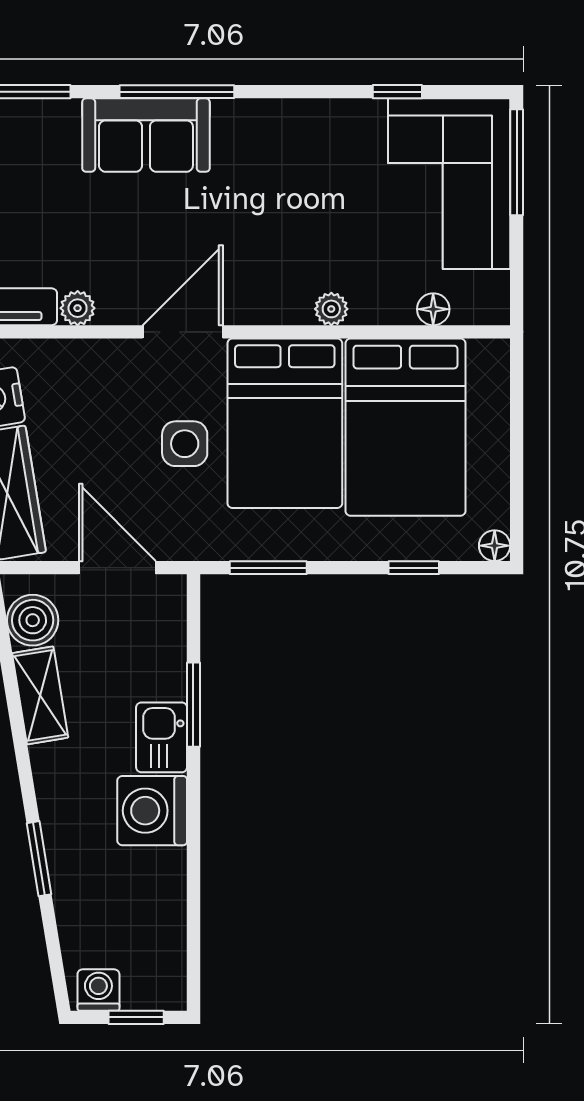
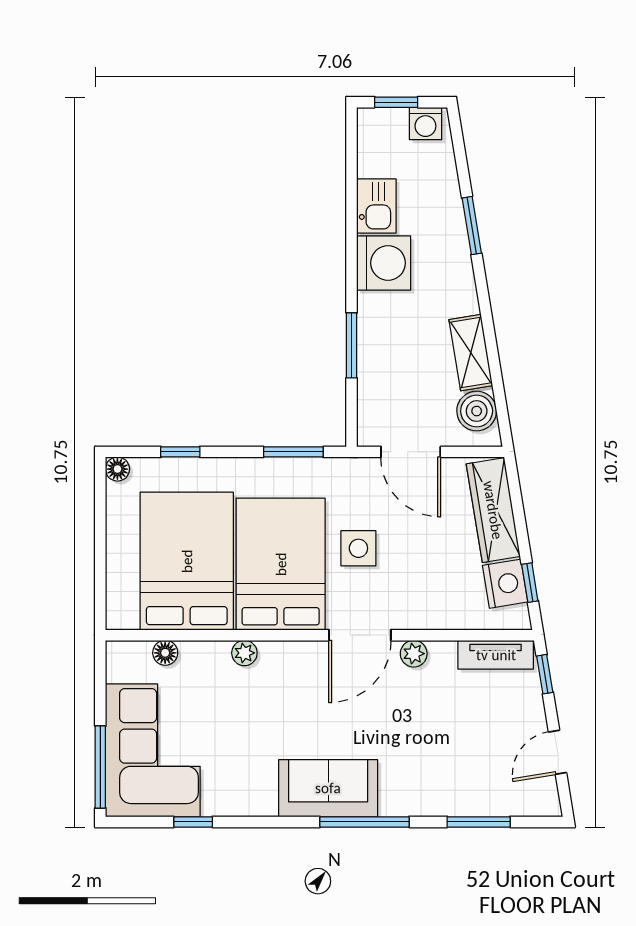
sofa: (146, 135) -> (328, 788), moved
plant: (78, 308) -> (414, 654), moved
kitchen sink: (162, 737) -> (376, 206), moved

